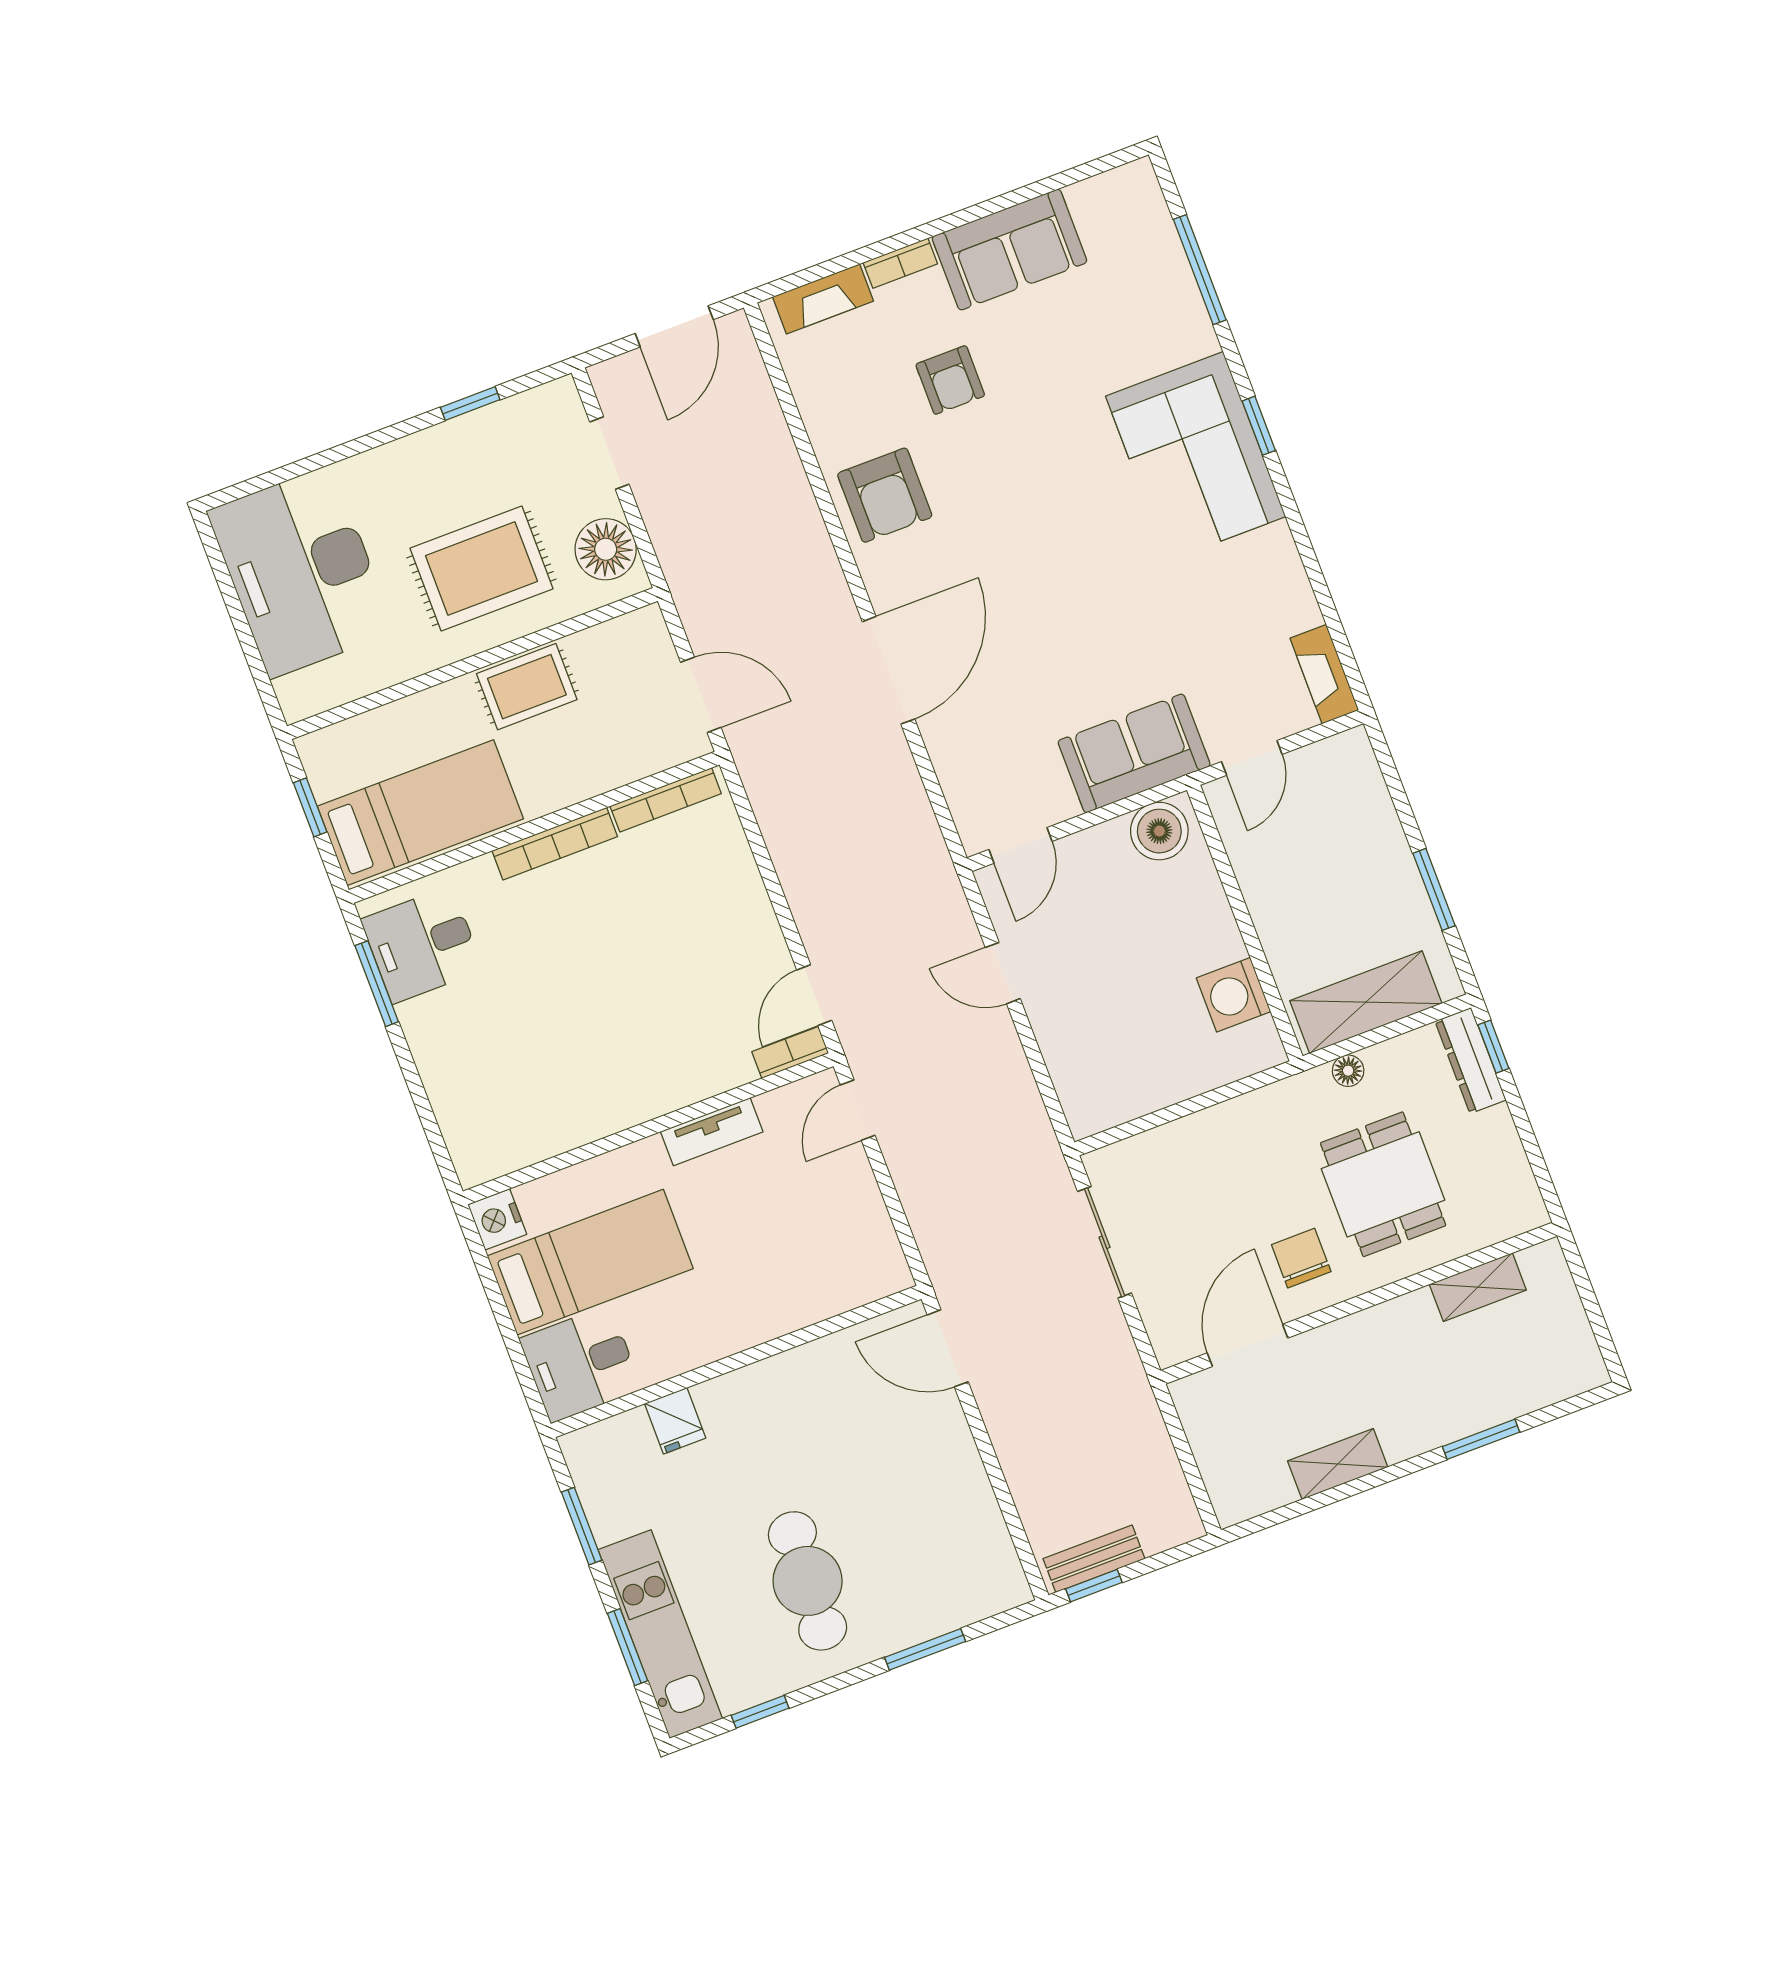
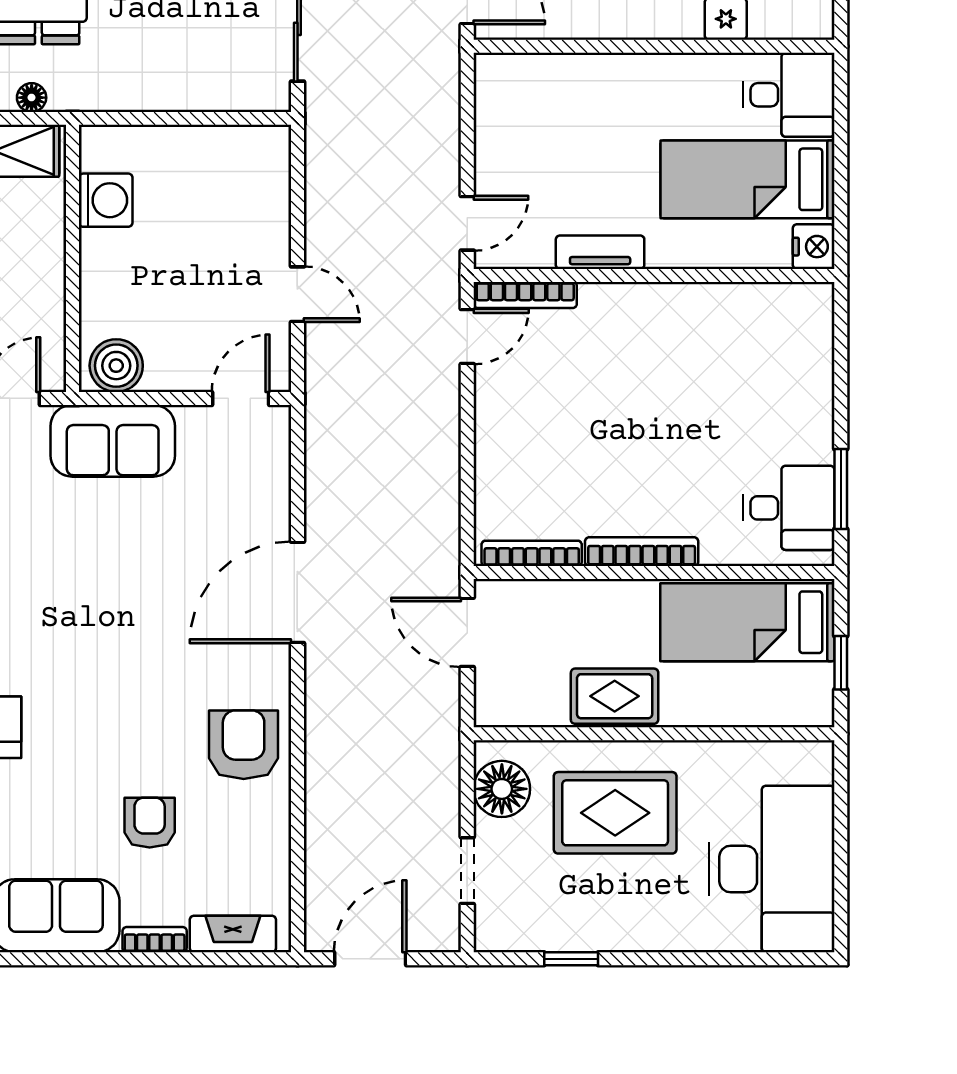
bookcase: (790, 1052) -> (525, 295), width x1.56

